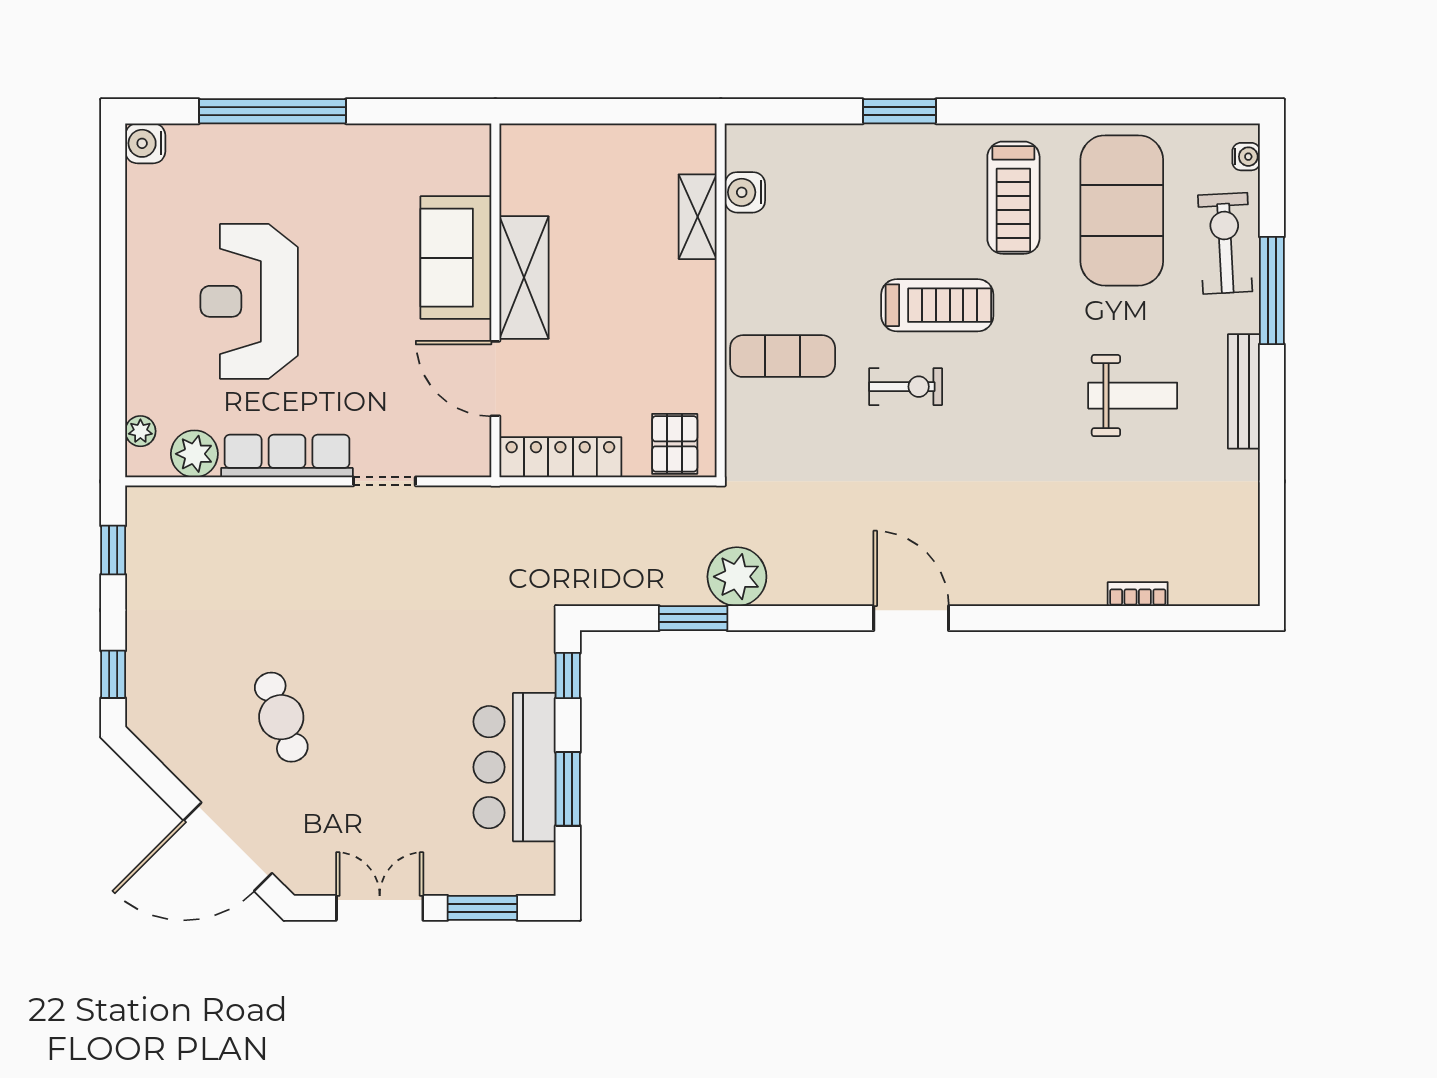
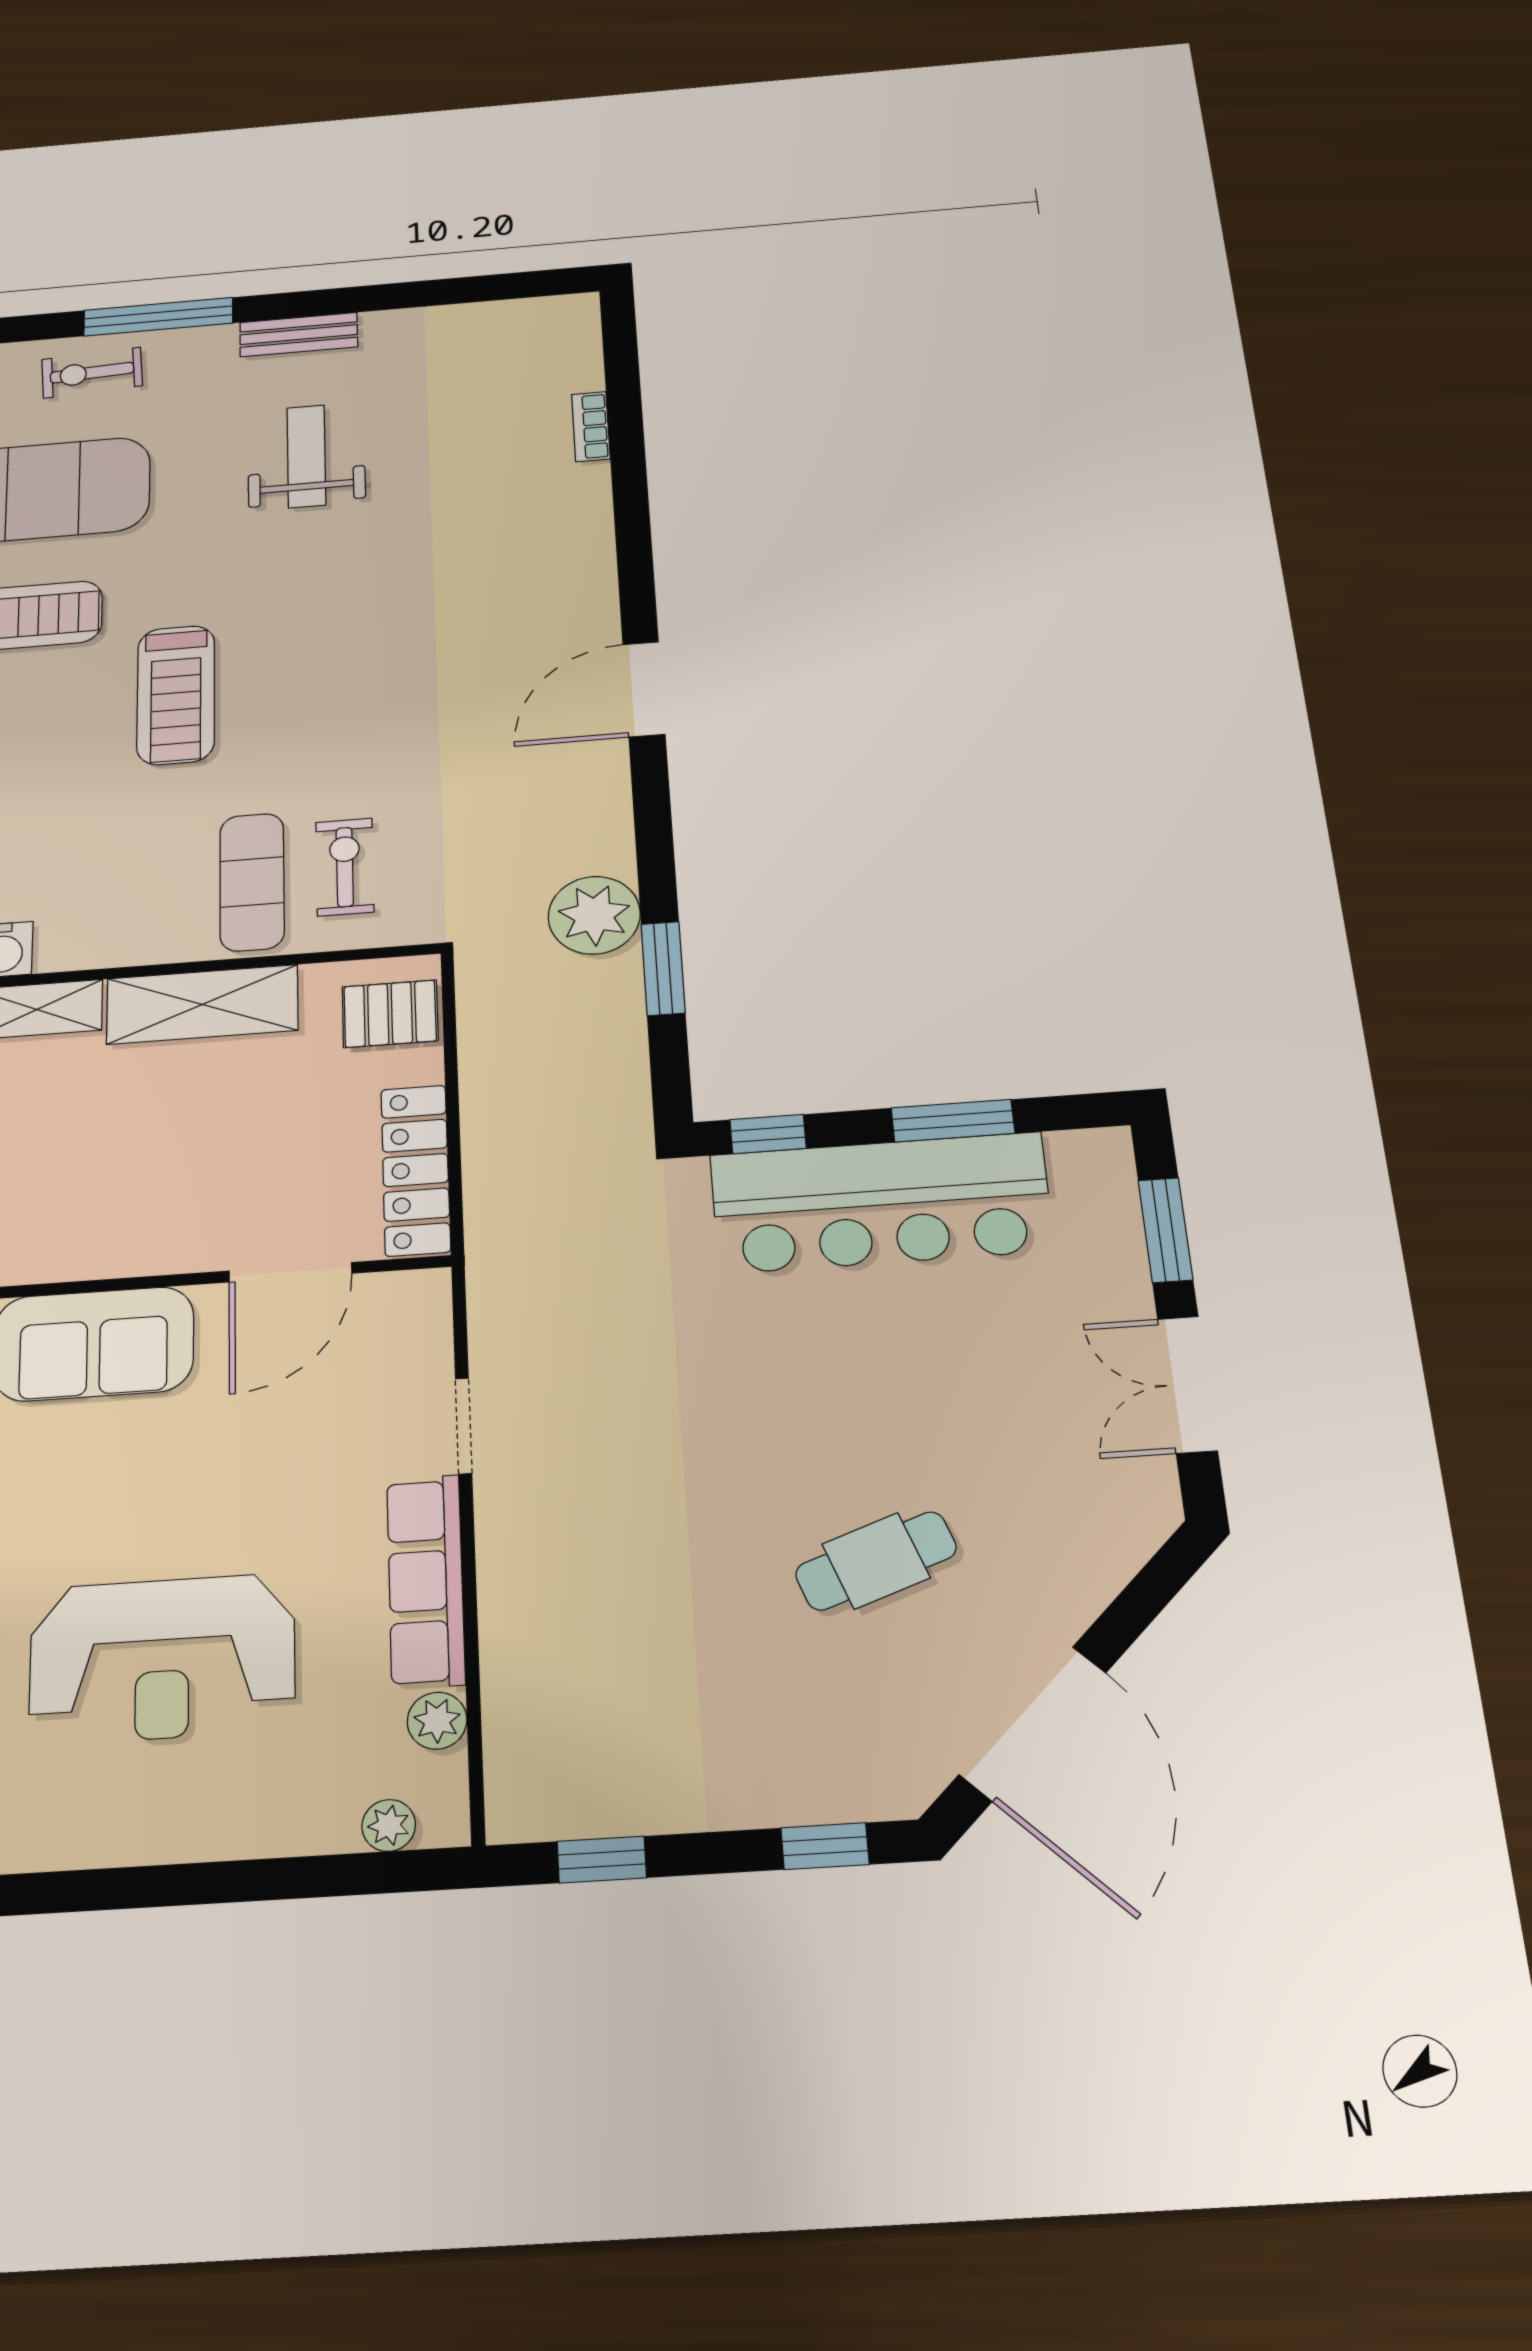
exercise bike: (1225, 243) -> (92, 373), width x0.73, depth x0.72
shelving: (524, 277) -> (202, 1004), moved
treadmill: (937, 305) -> (176, 695), turned 180
exercise bike: (906, 387) -> (345, 867), moved
bench: (1244, 391) -> (299, 335), width x0.73
plant: (194, 454) -> (437, 1721), width x0.73, depth x0.73
bar counter: (515, 767) -> (881, 1203), width x1.36
door: (228, 847) -> (1033, 1724), moved

